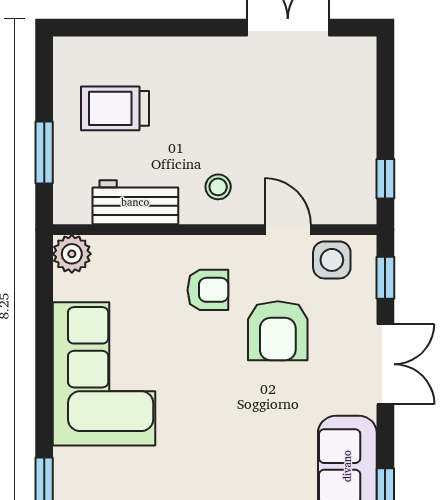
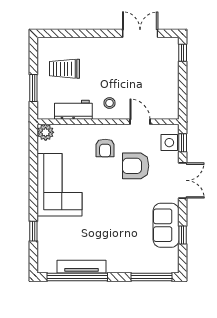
window: (385, 179) -> (183, 53), moved
side table: (332, 260) -> (169, 143), moved
armchair: (208, 290) -> (105, 148), turned 90
armchair: (278, 331) -> (136, 166), turned 90

